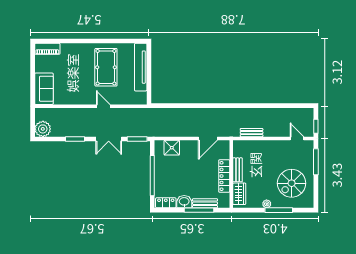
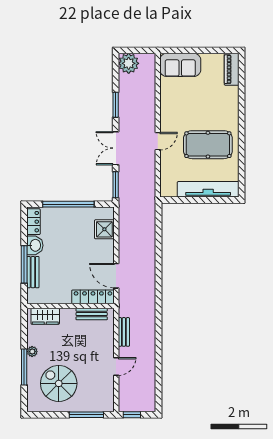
door: (297, 138) -> (116, 367), moved
bench: (238, 170) -> (92, 314), moved
locker: (224, 176) -> (93, 297), moved

